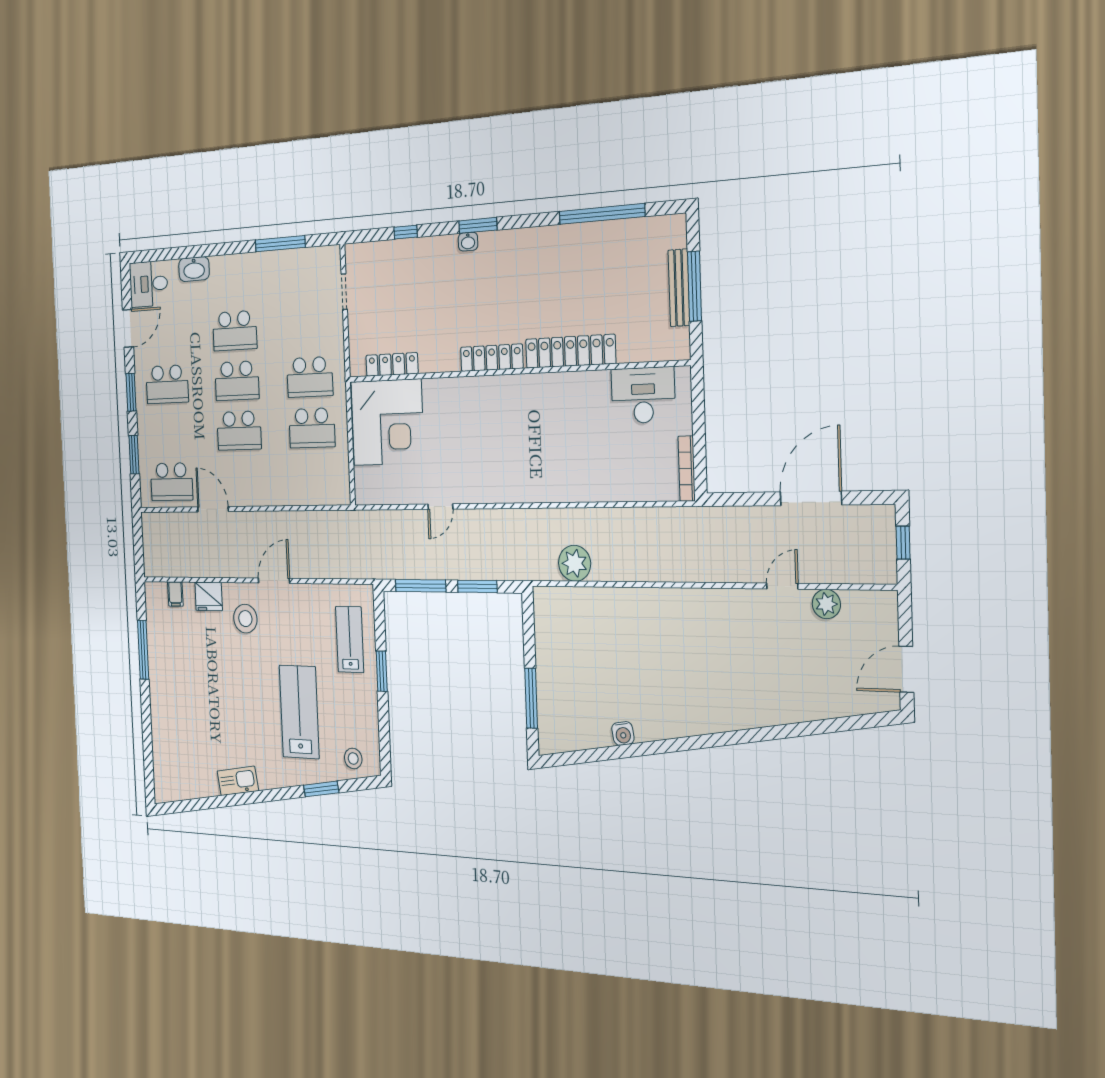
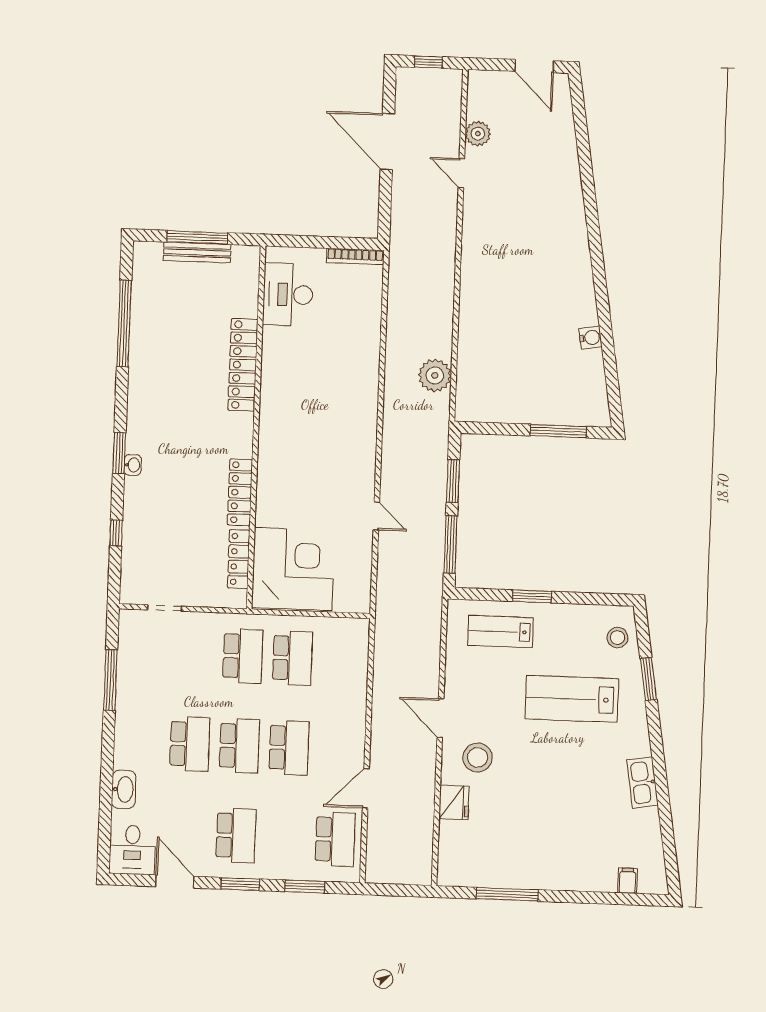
locker: (492, 358) -> (240, 492), moved
filing cabinet: (175, 594) -> (627, 881), moved, turned -90

